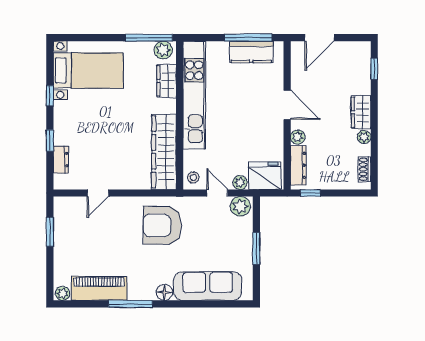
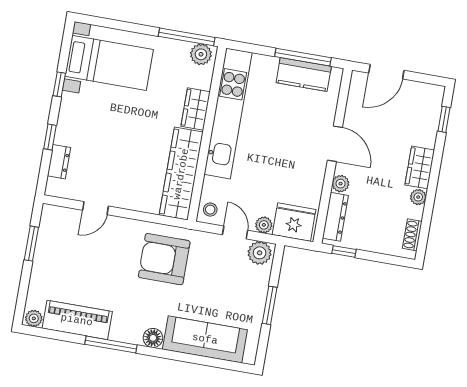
wardrobe: (167, 81) -> (196, 109), moved

